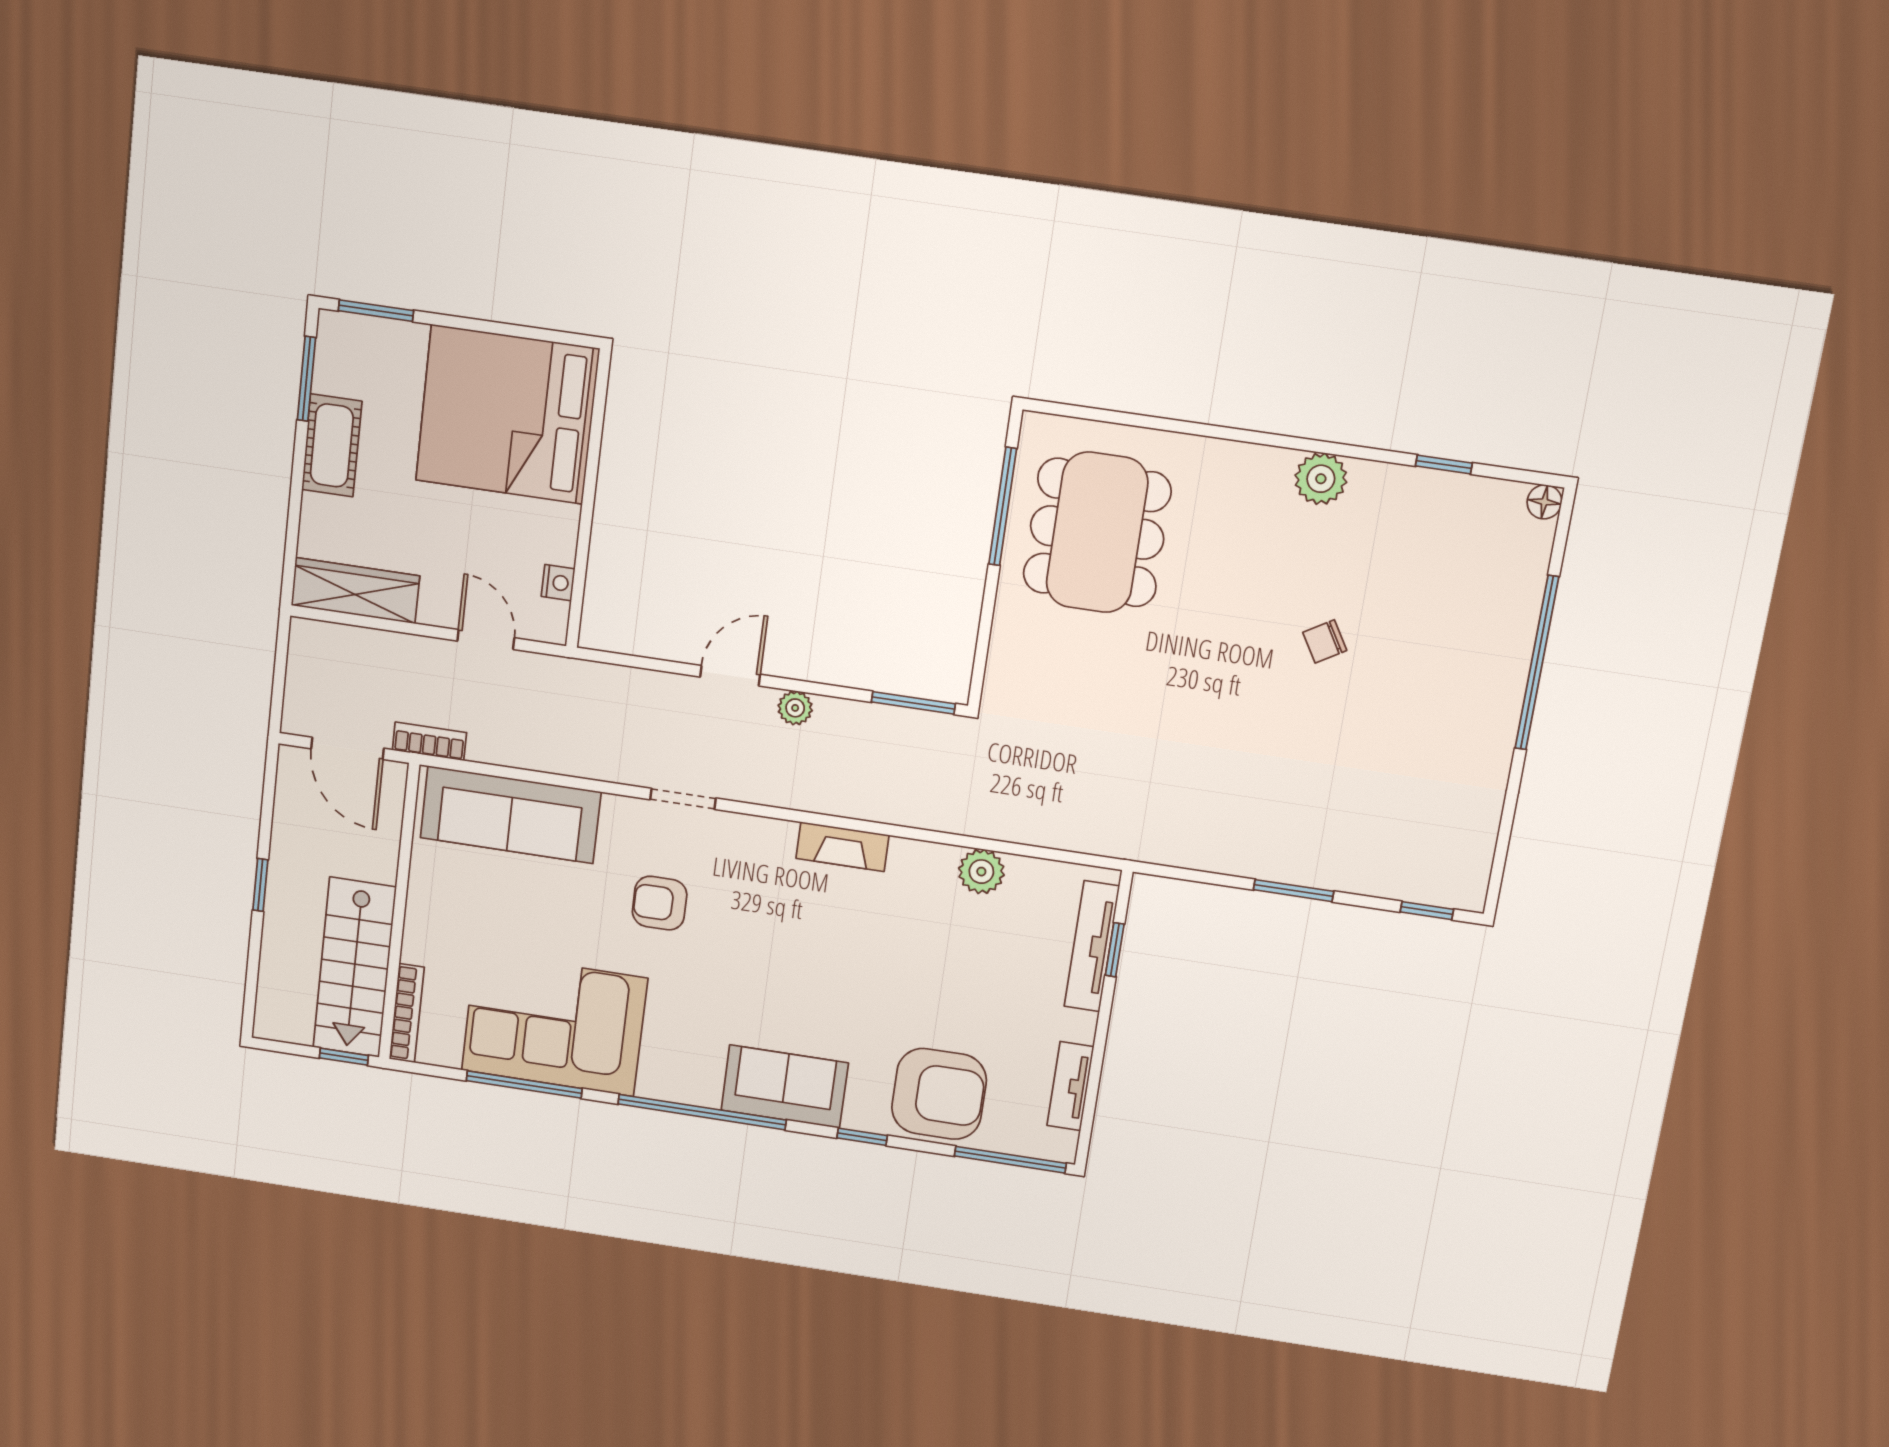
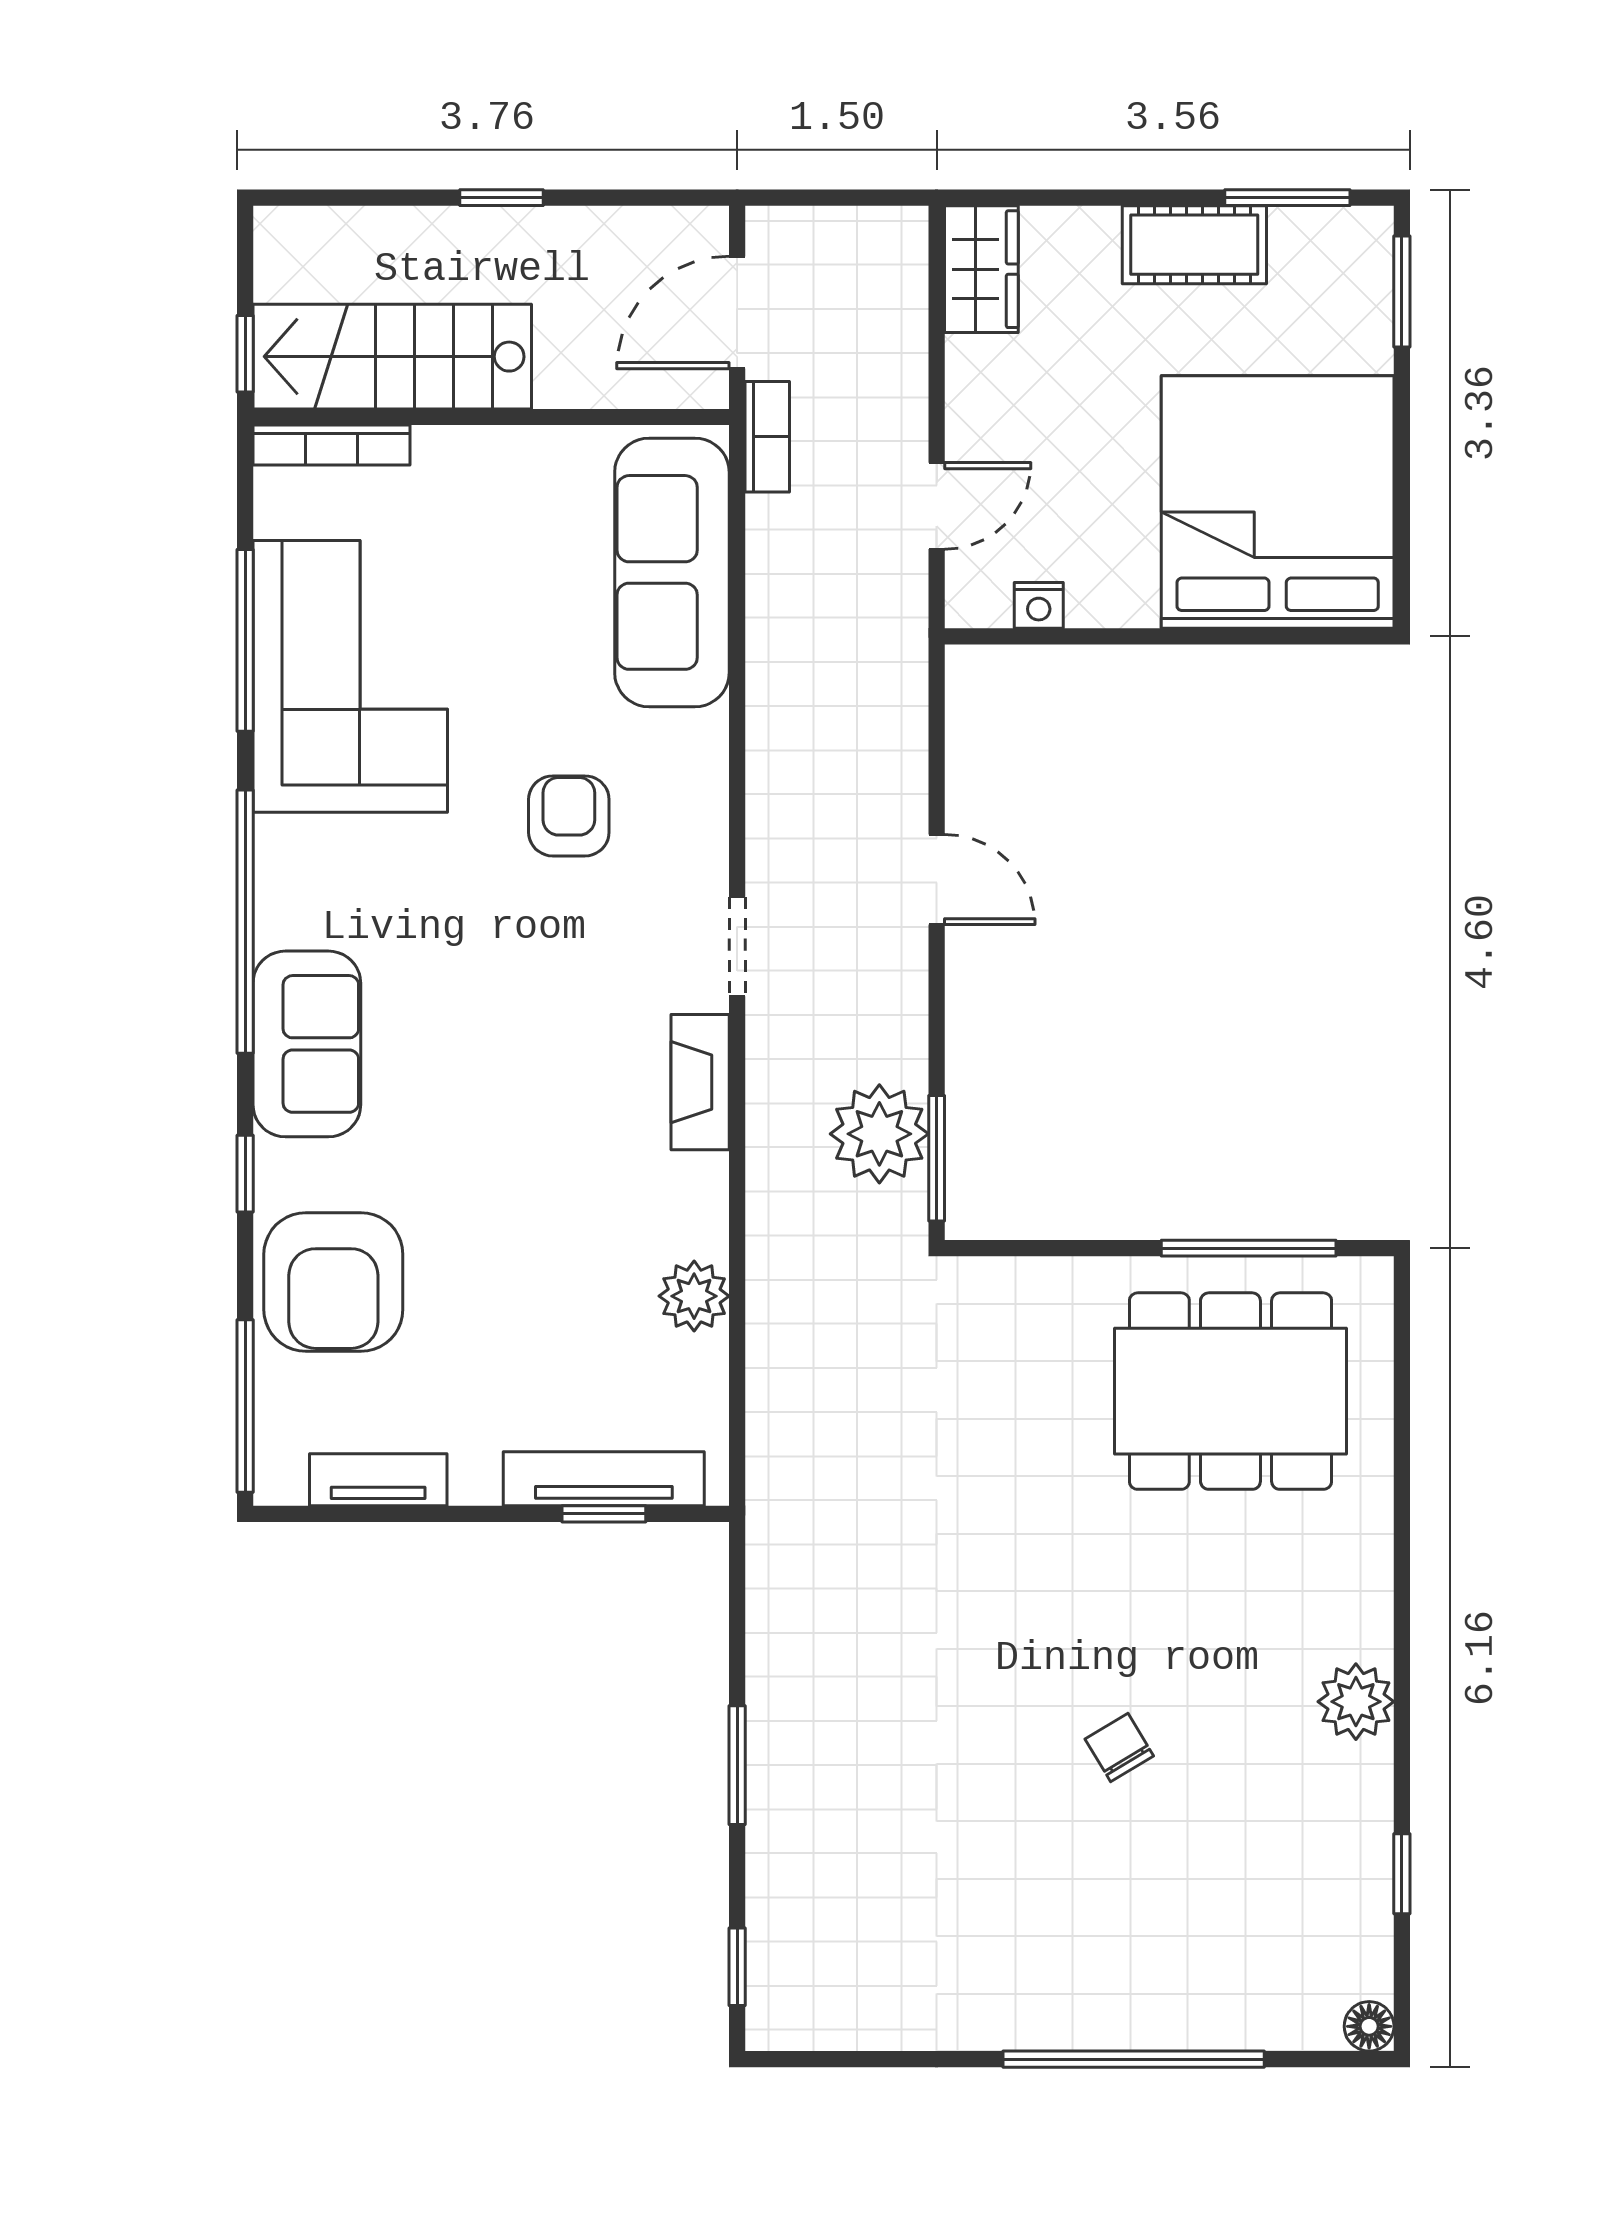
wardrobe: (355, 591) -> (981, 269), width x0.67
plant: (795, 708) -> (879, 1134), moved, width x1.88, depth x1.88
doorway: (683, 799) -> (737, 947), moved

